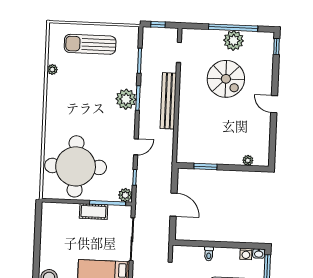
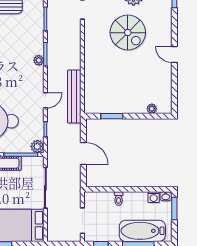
plant: (126, 99) -> (39, 60), width x0.53, depth x0.53
bench: (168, 101) -> (74, 97), moved

